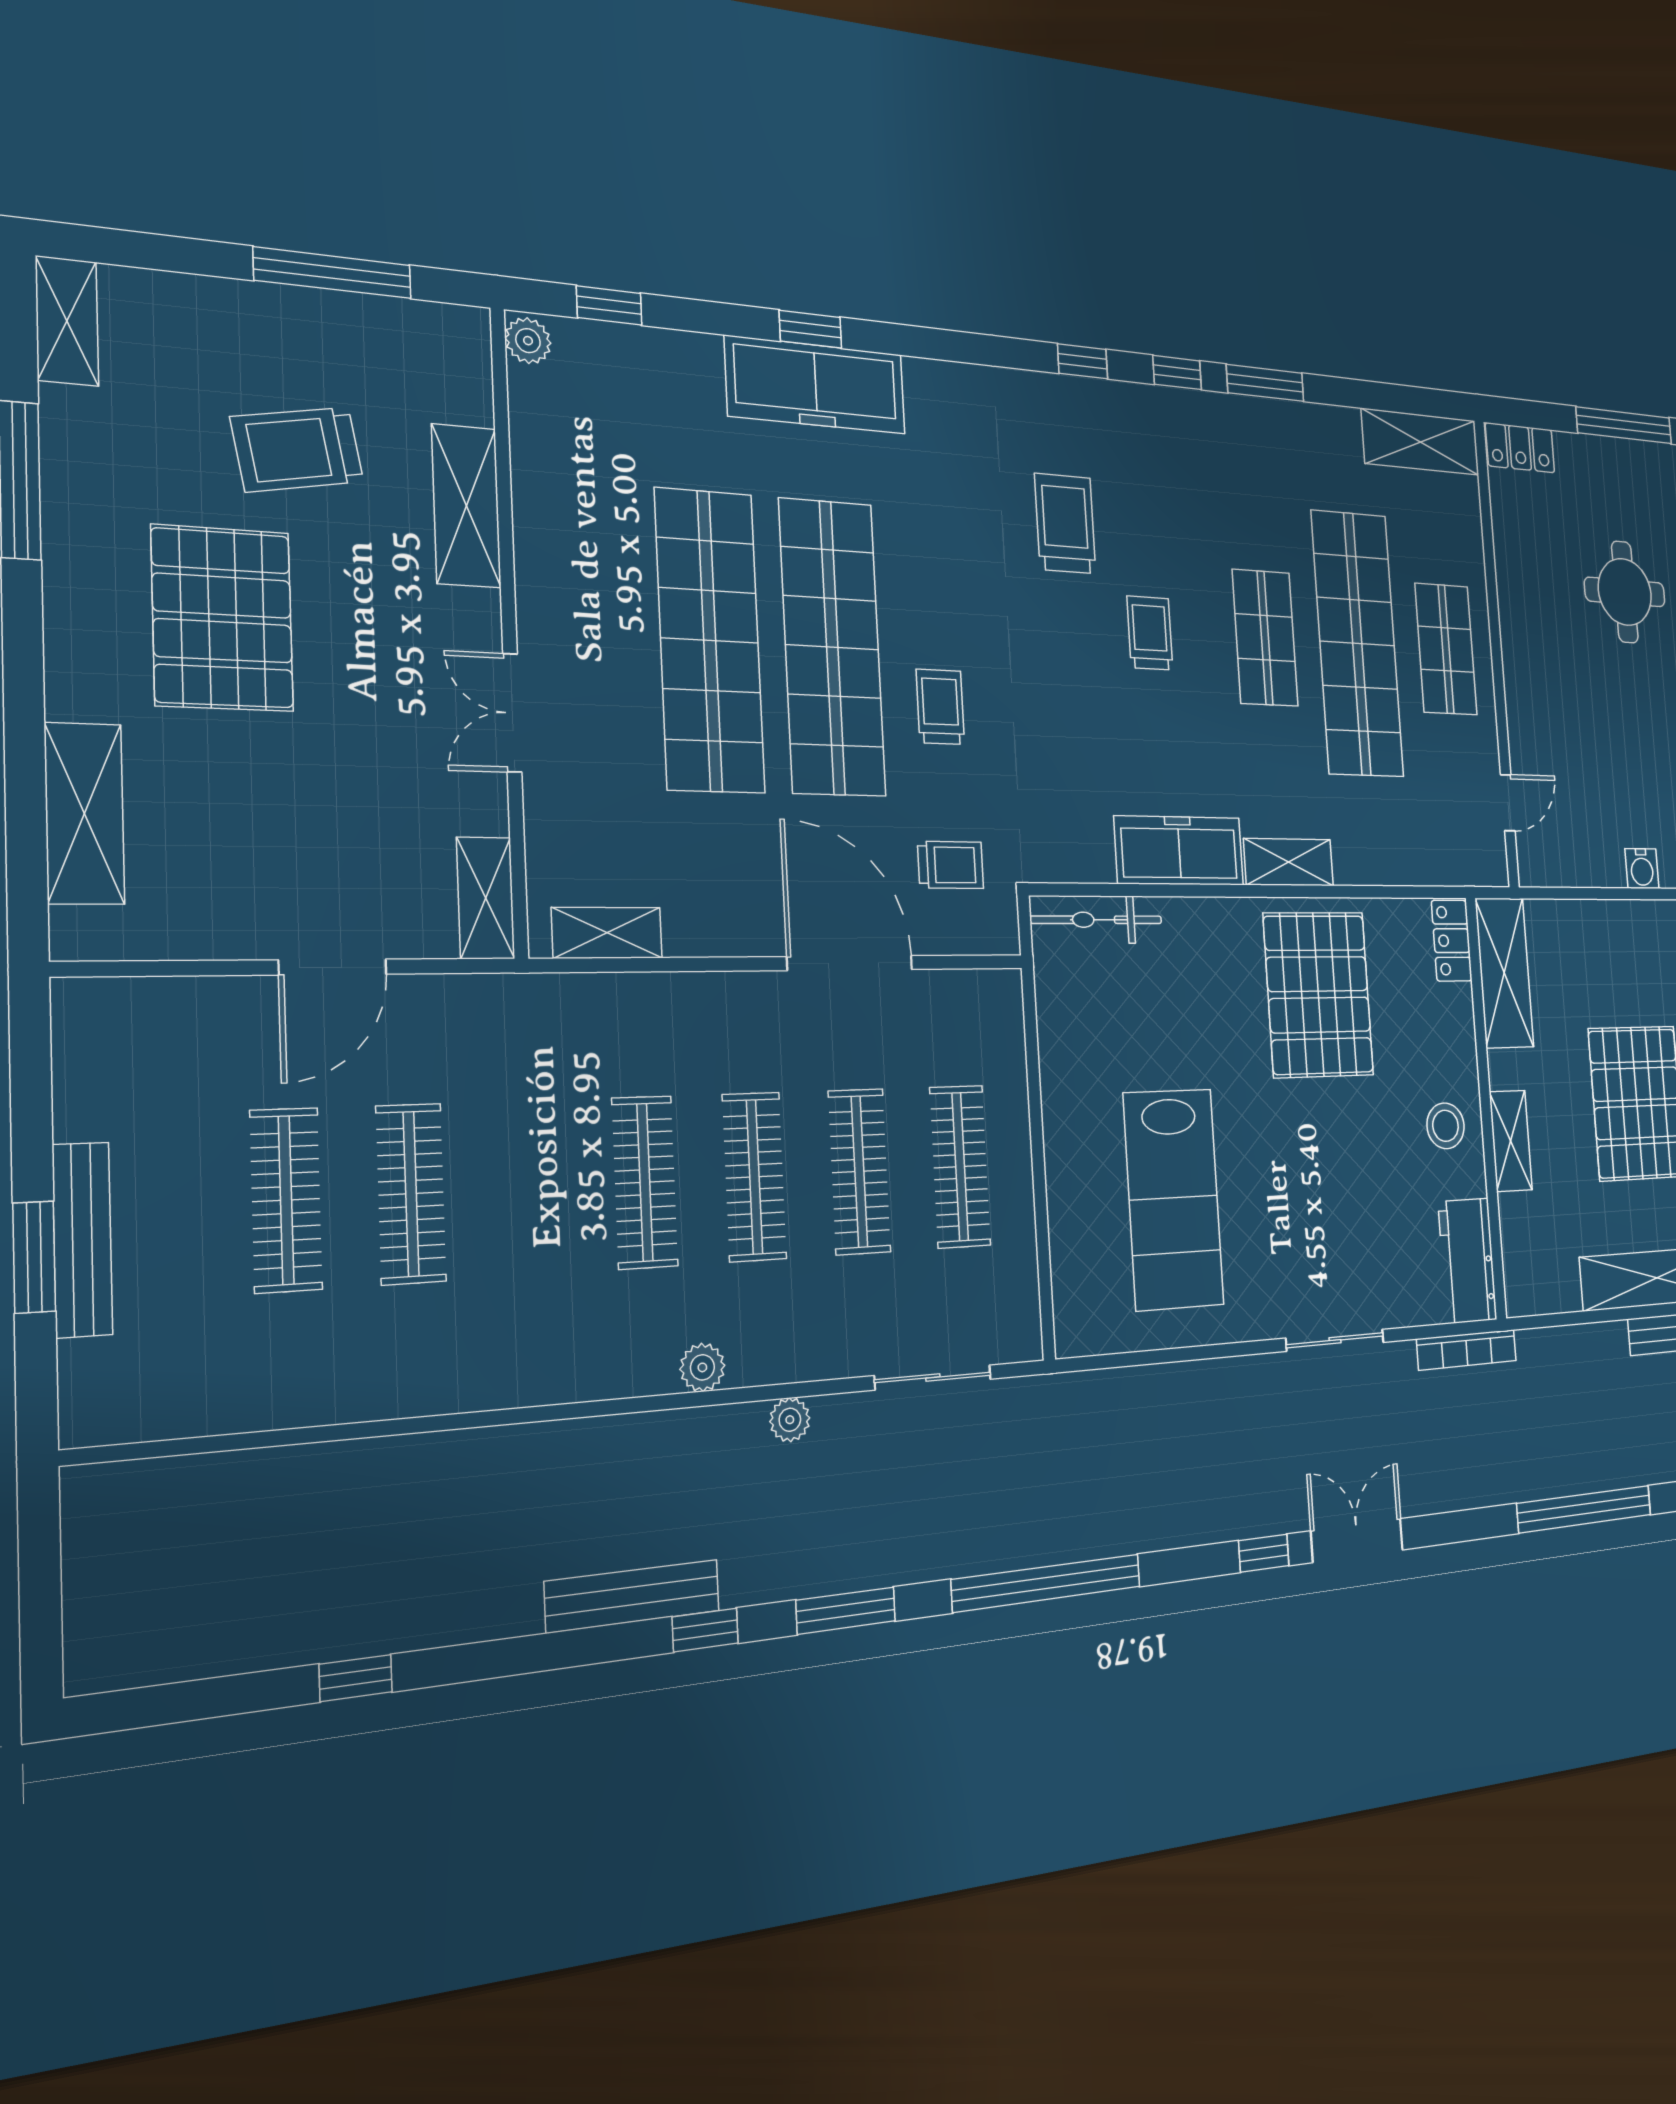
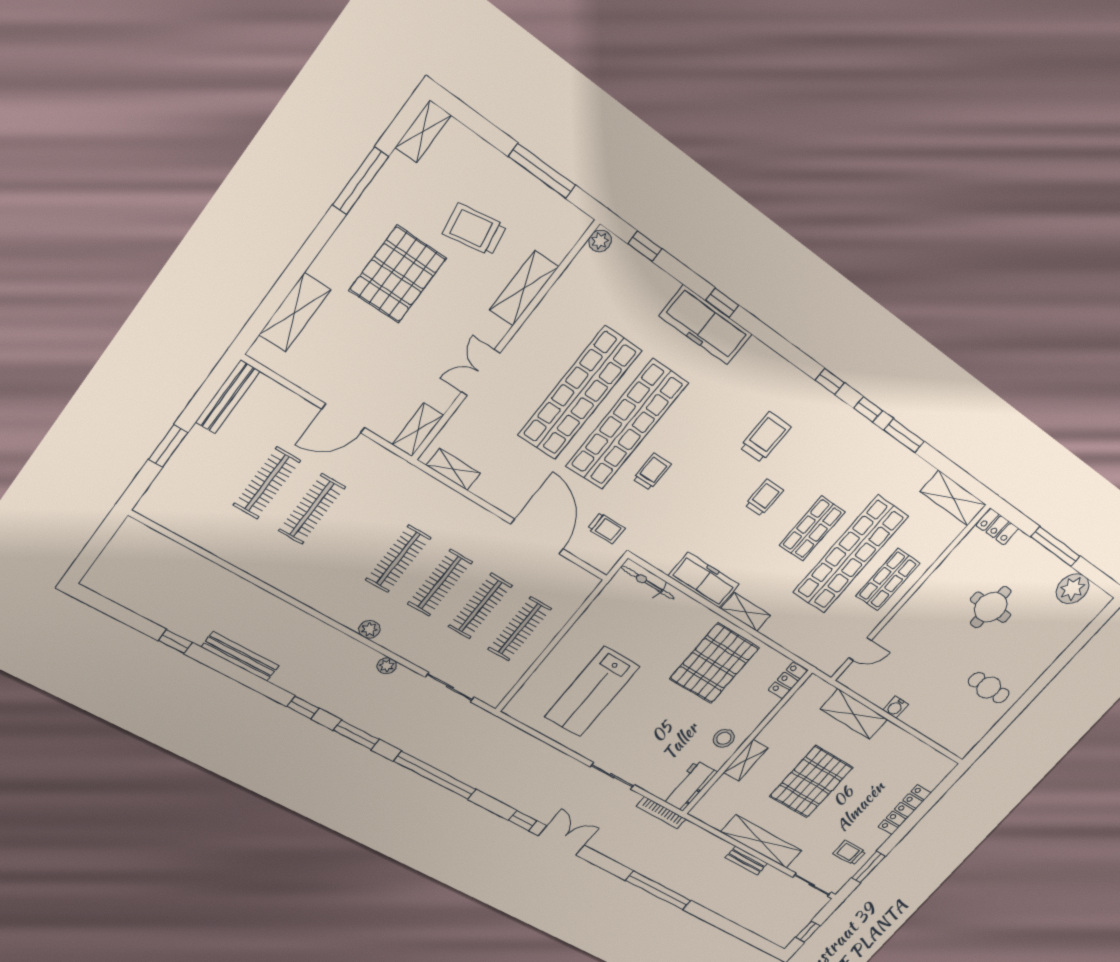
shelving: (1504, 973) -> (854, 714), moved, turned 90
bench: (82, 1240) -> (228, 397), moved
bench: (633, 1596) -> (240, 657), moved

